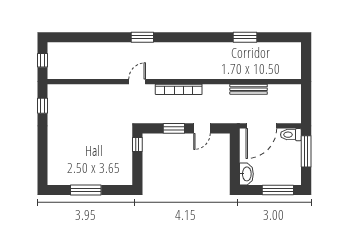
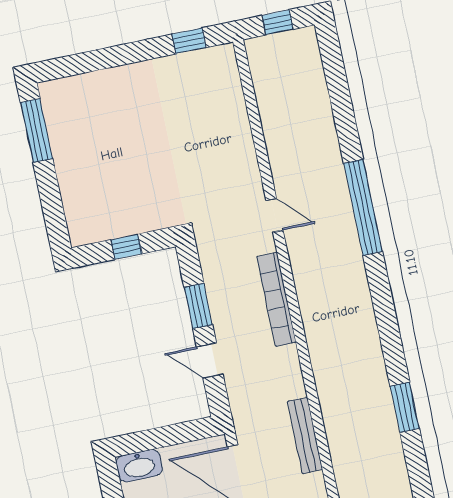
window: (142, 37) -> (363, 207), width x2.11
window: (137, 145) -> (126, 247), moved
window: (86, 190) -> (37, 131), moved

